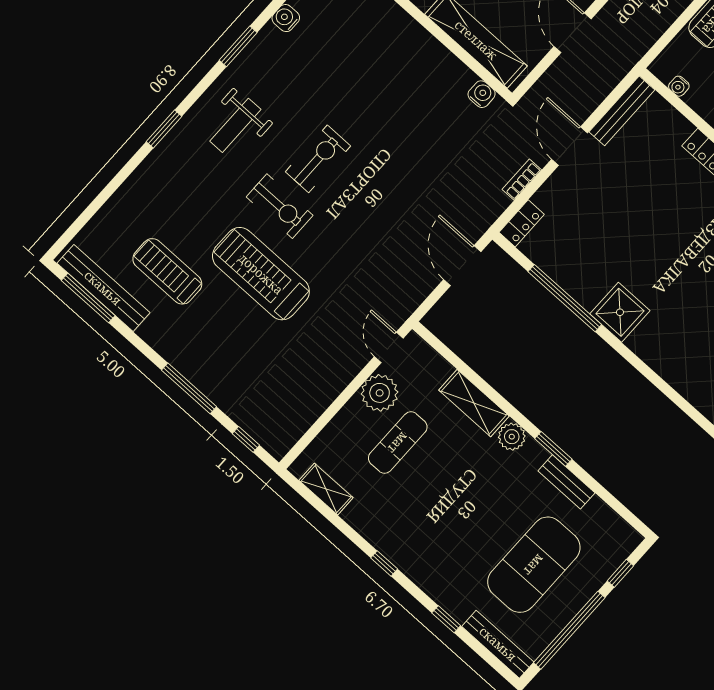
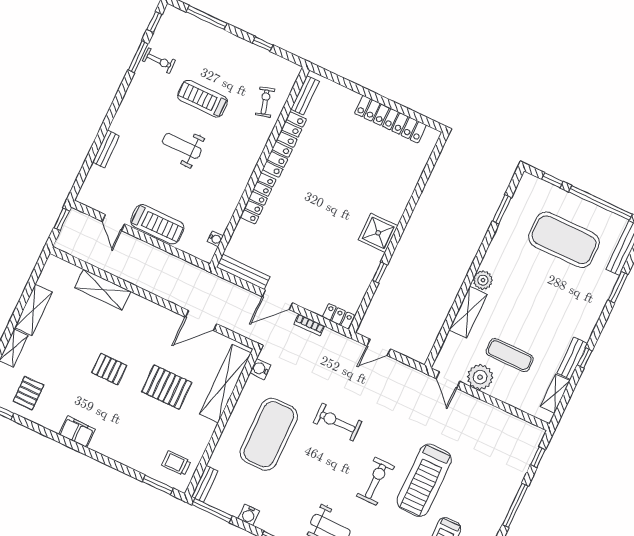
exercise mat: (388, 79) -> (269, 434), added
exercise bike: (318, 159) -> (338, 422), moved
door: (462, 266) -> (379, 347), width x0.73
window: (565, 298) -> (380, 272), width x0.32
door: (389, 347) -> (448, 380), hinge flipped
window: (553, 449) -> (502, 209), moved
bench: (566, 482) -> (572, 358), moved
window: (384, 563) -> (585, 358), moved
window: (446, 619) -> (618, 287), width x1.50

